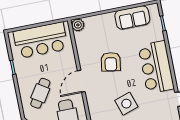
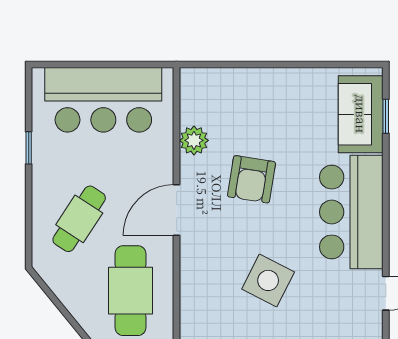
sofa: (132, 18) -> (361, 114), moved, turned 90
plant: (78, 25) -> (194, 140), moved
side table: (126, 104) -> (268, 280), turned 45

